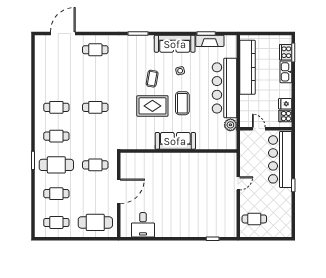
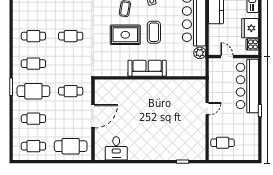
fridge: (285, 104) -> (250, 28), width x1.88, depth x1.34

